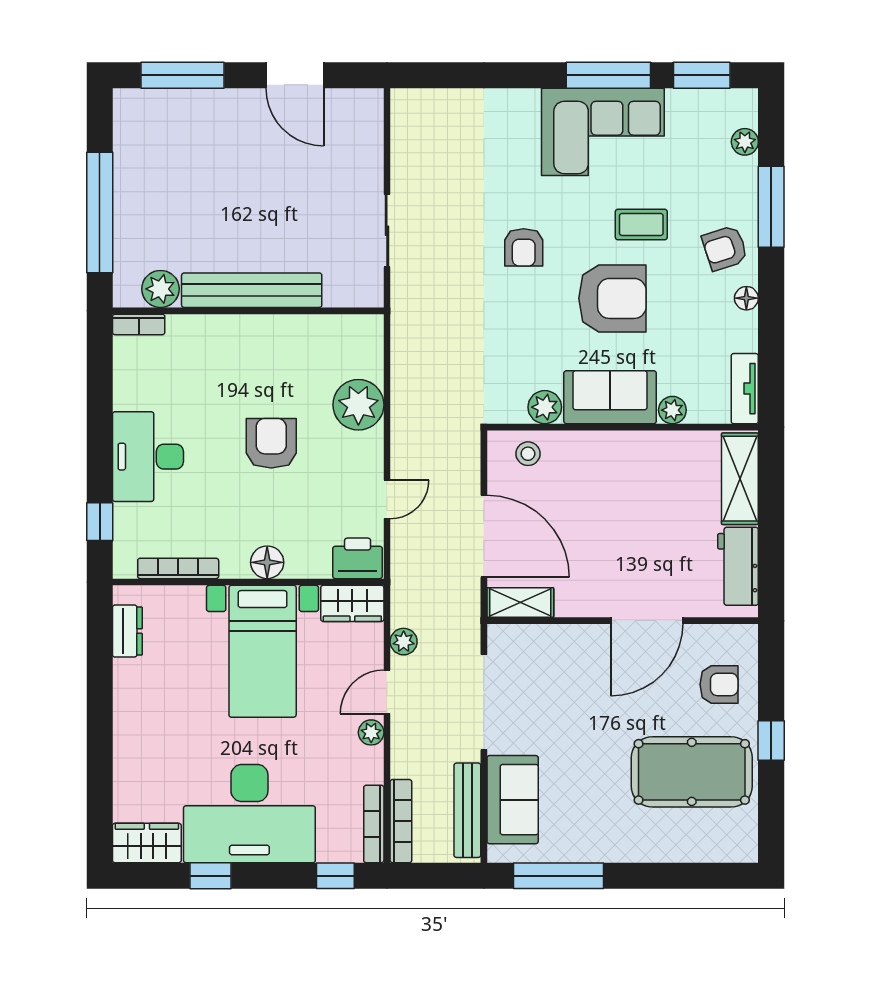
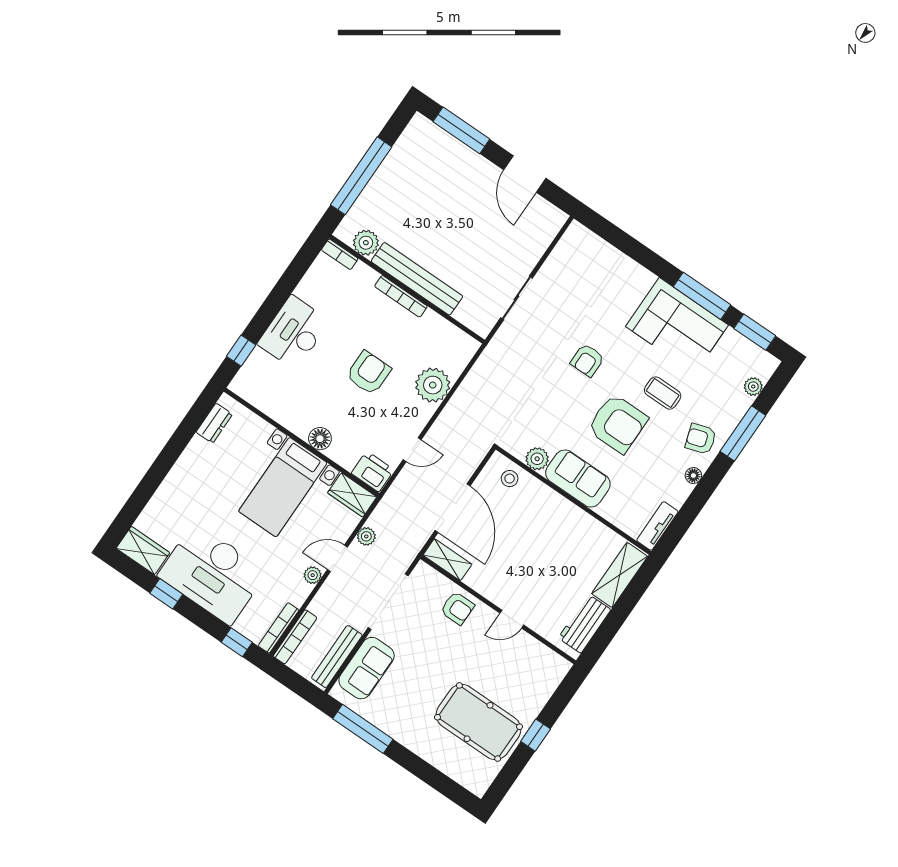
plant: (672, 410) -> (608, 510), removed
bookcase: (178, 568) -> (401, 296), moved, turned 180
door: (647, 621) -> (512, 619), width x0.53
armchair: (719, 684) -> (457, 608), moved

